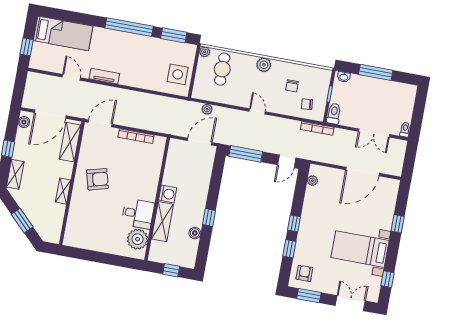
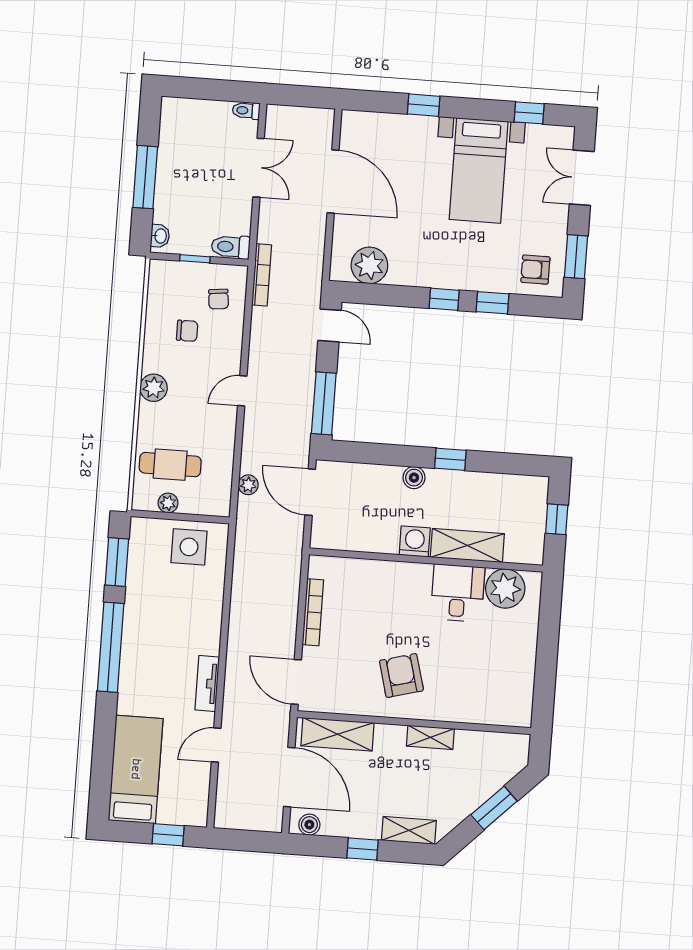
plant: (205, 52) -> (168, 503), moved
plant: (312, 181) -> (369, 265), width x1.87, depth x1.87
boiler: (195, 233) -> (414, 478), moved

